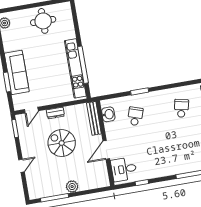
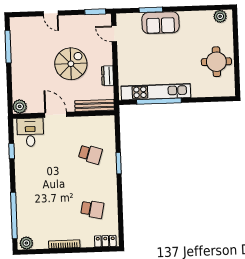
sofa: (17, 72) -> (160, 23), width x0.73
dresser: (55, 113) -> (107, 76), moved
washbasin: (108, 114) -> (97, 123), removed
plant: (72, 187) -> (20, 106), moved

